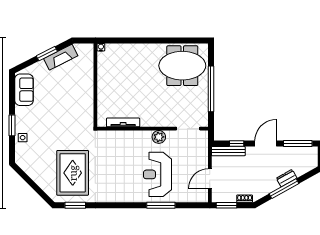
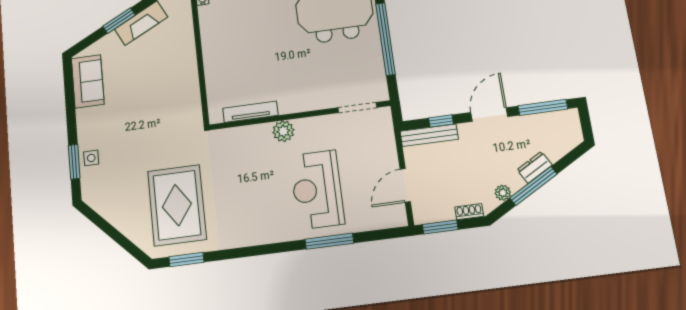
window: (12, 125) -> (74, 162), moved
plant: (159, 137) -> (283, 131), moved
plant: (266, 190) -> (503, 193), added

